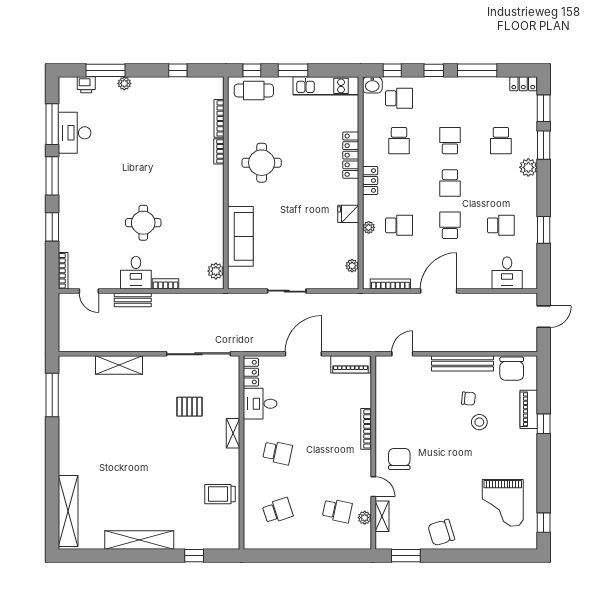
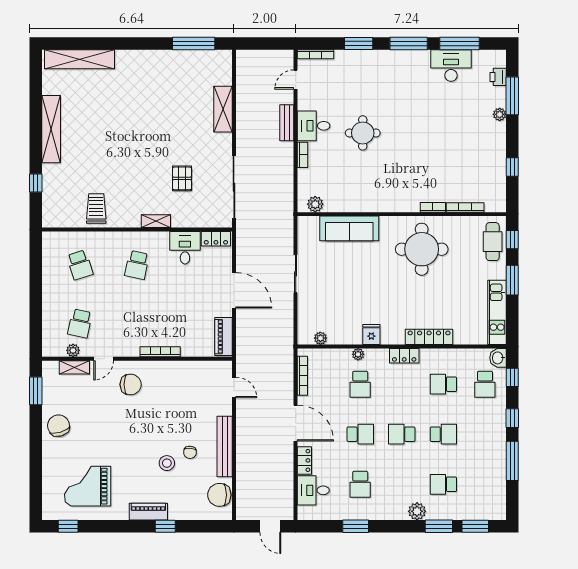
locker: (523, 84) -> (304, 460), moved, turned 180
round table: (262, 163) -> (422, 249), width x1.36, depth x1.36
piano: (529, 409) -> (148, 512), moved

